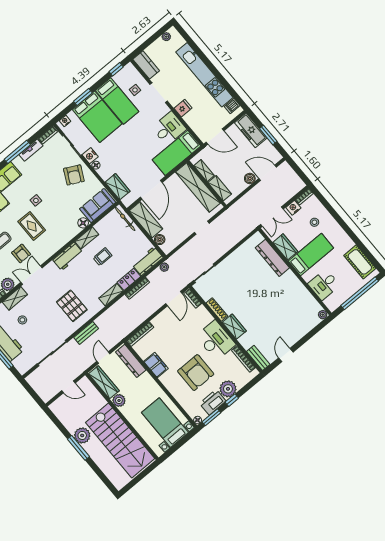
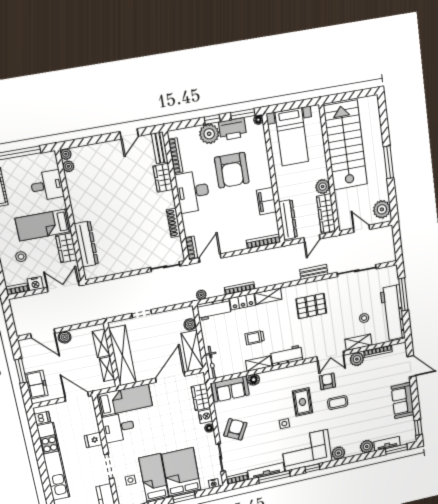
freezer: (251, 130) -> (37, 384), width x0.71
tv unit: (31, 150) -> (266, 471), width x1.41
nightstand: (90, 156) -> (205, 416), moved
pallet: (72, 306) -> (311, 306), turned 90
plant: (316, 307) -> (68, 166), added
wardrobe: (234, 327) -> (163, 178), moved
armchair: (196, 373) -> (232, 170), turned 180
plant: (82, 435) -> (382, 209), moved

